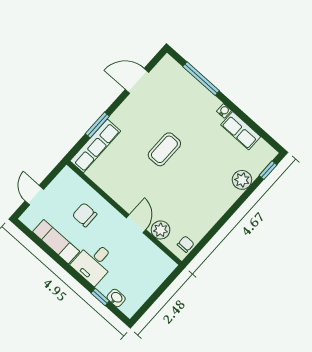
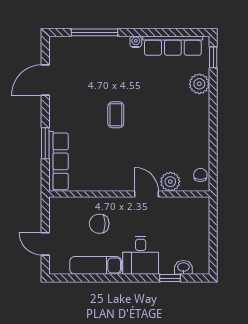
row of seats: (241, 131) -> (173, 46), width x1.48
coffee table: (164, 149) -> (116, 115), width x0.73, depth x0.77

